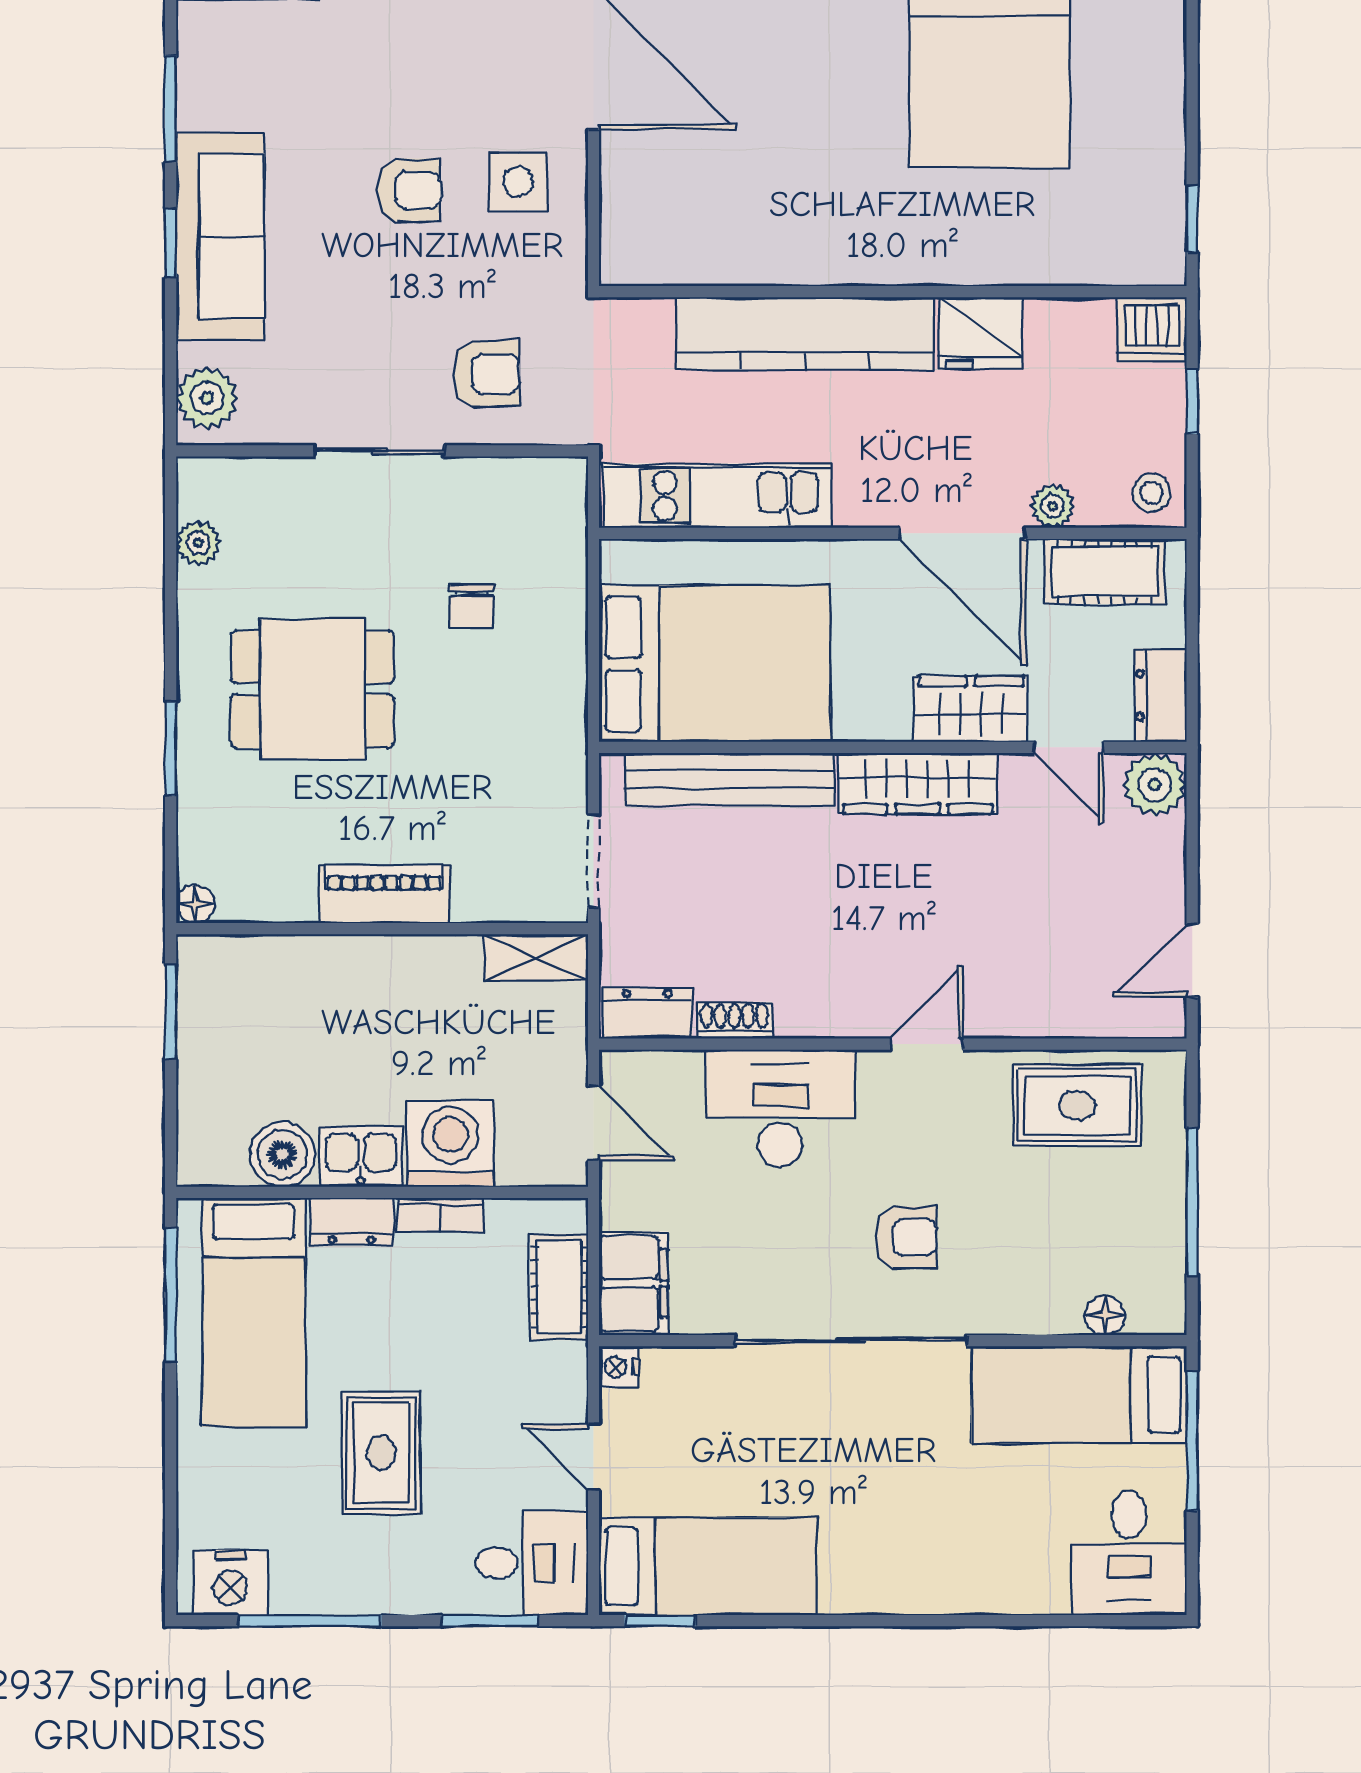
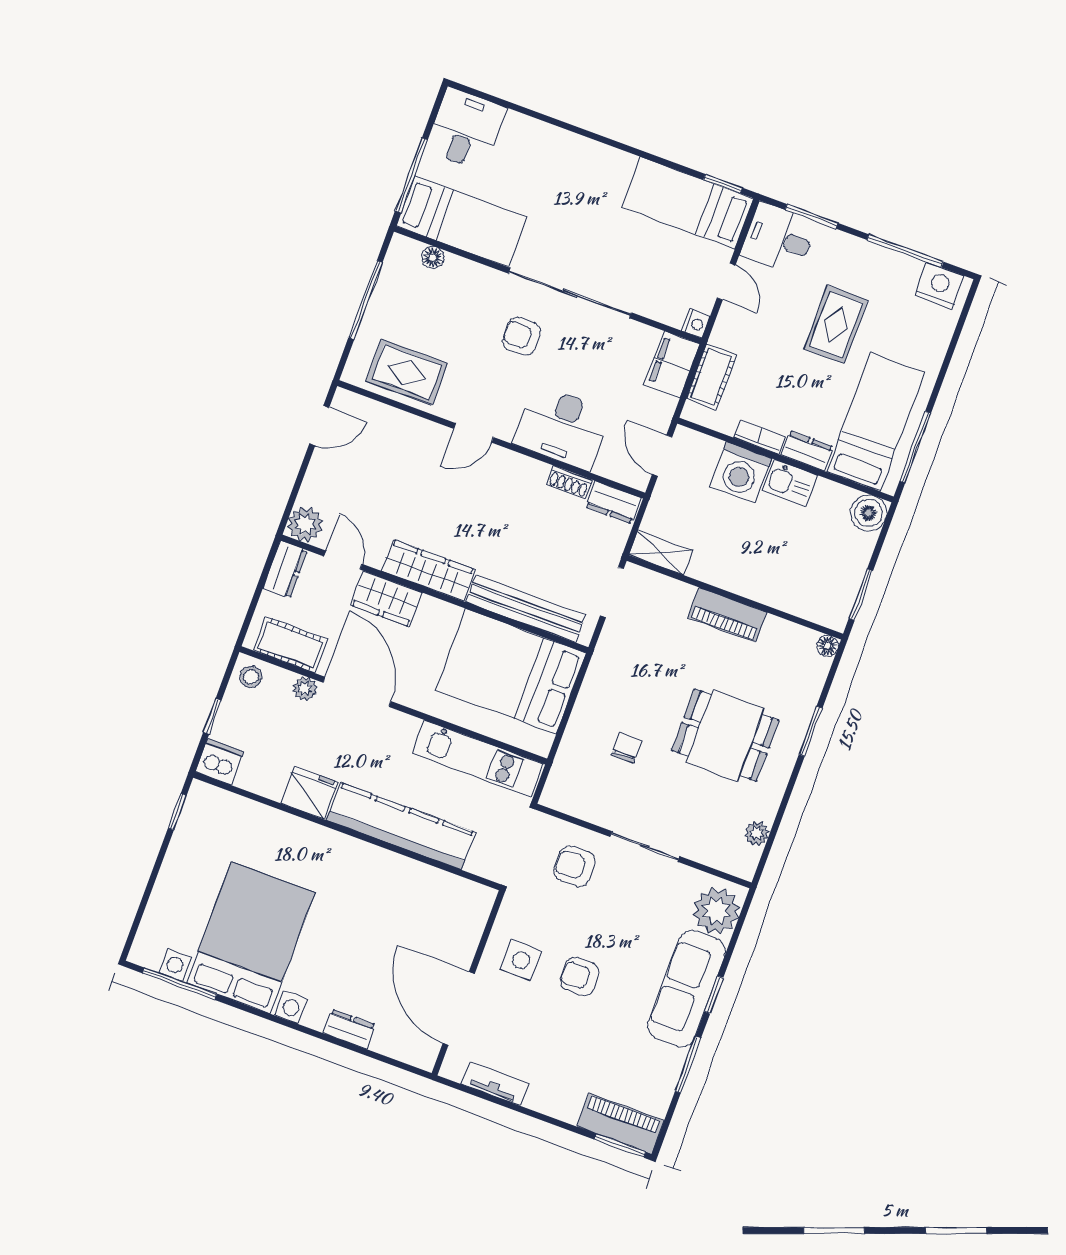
plant: (207, 398) -> (716, 911), width x1.36, depth x1.36
boiler: (282, 1154) -> (869, 513), moved

